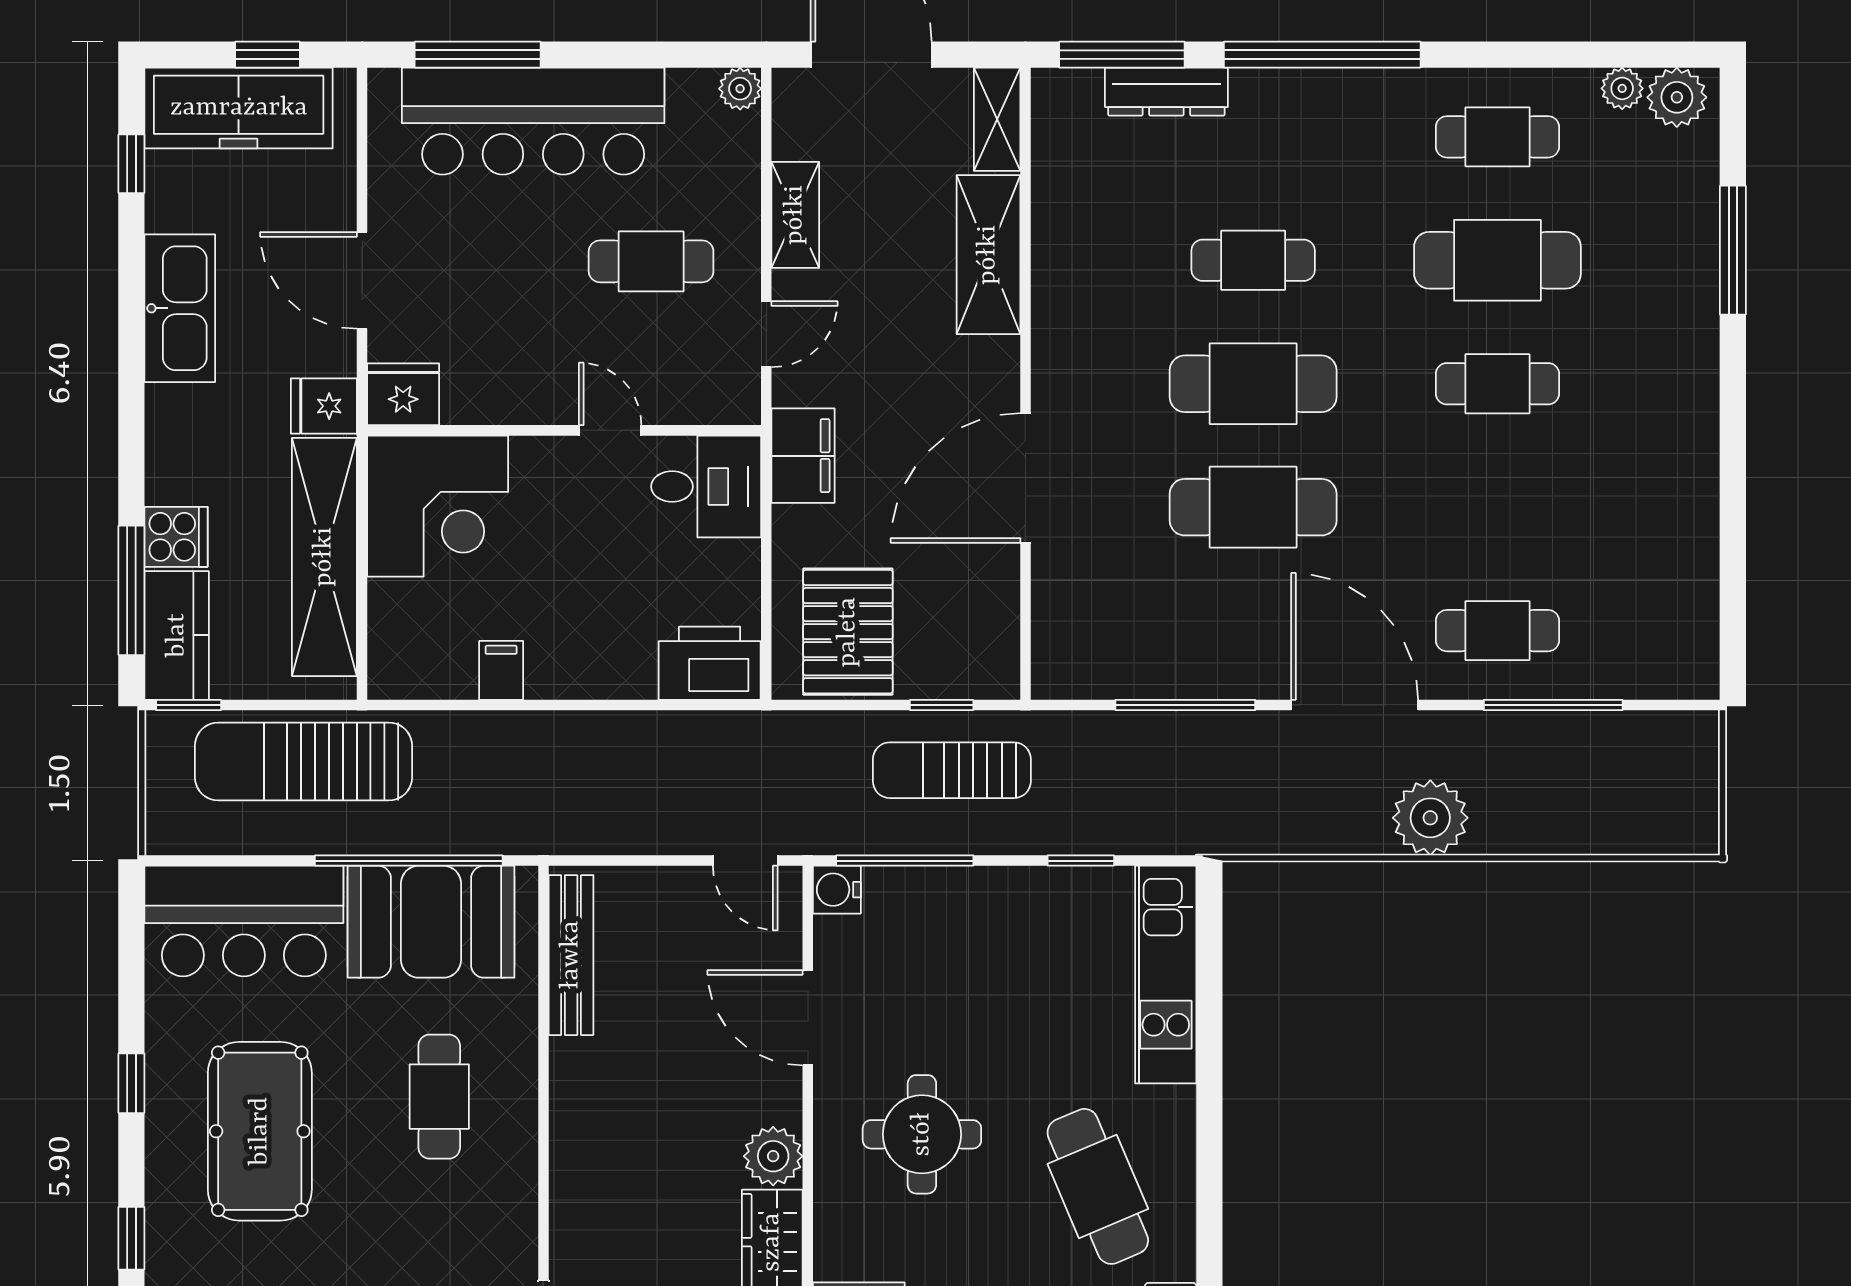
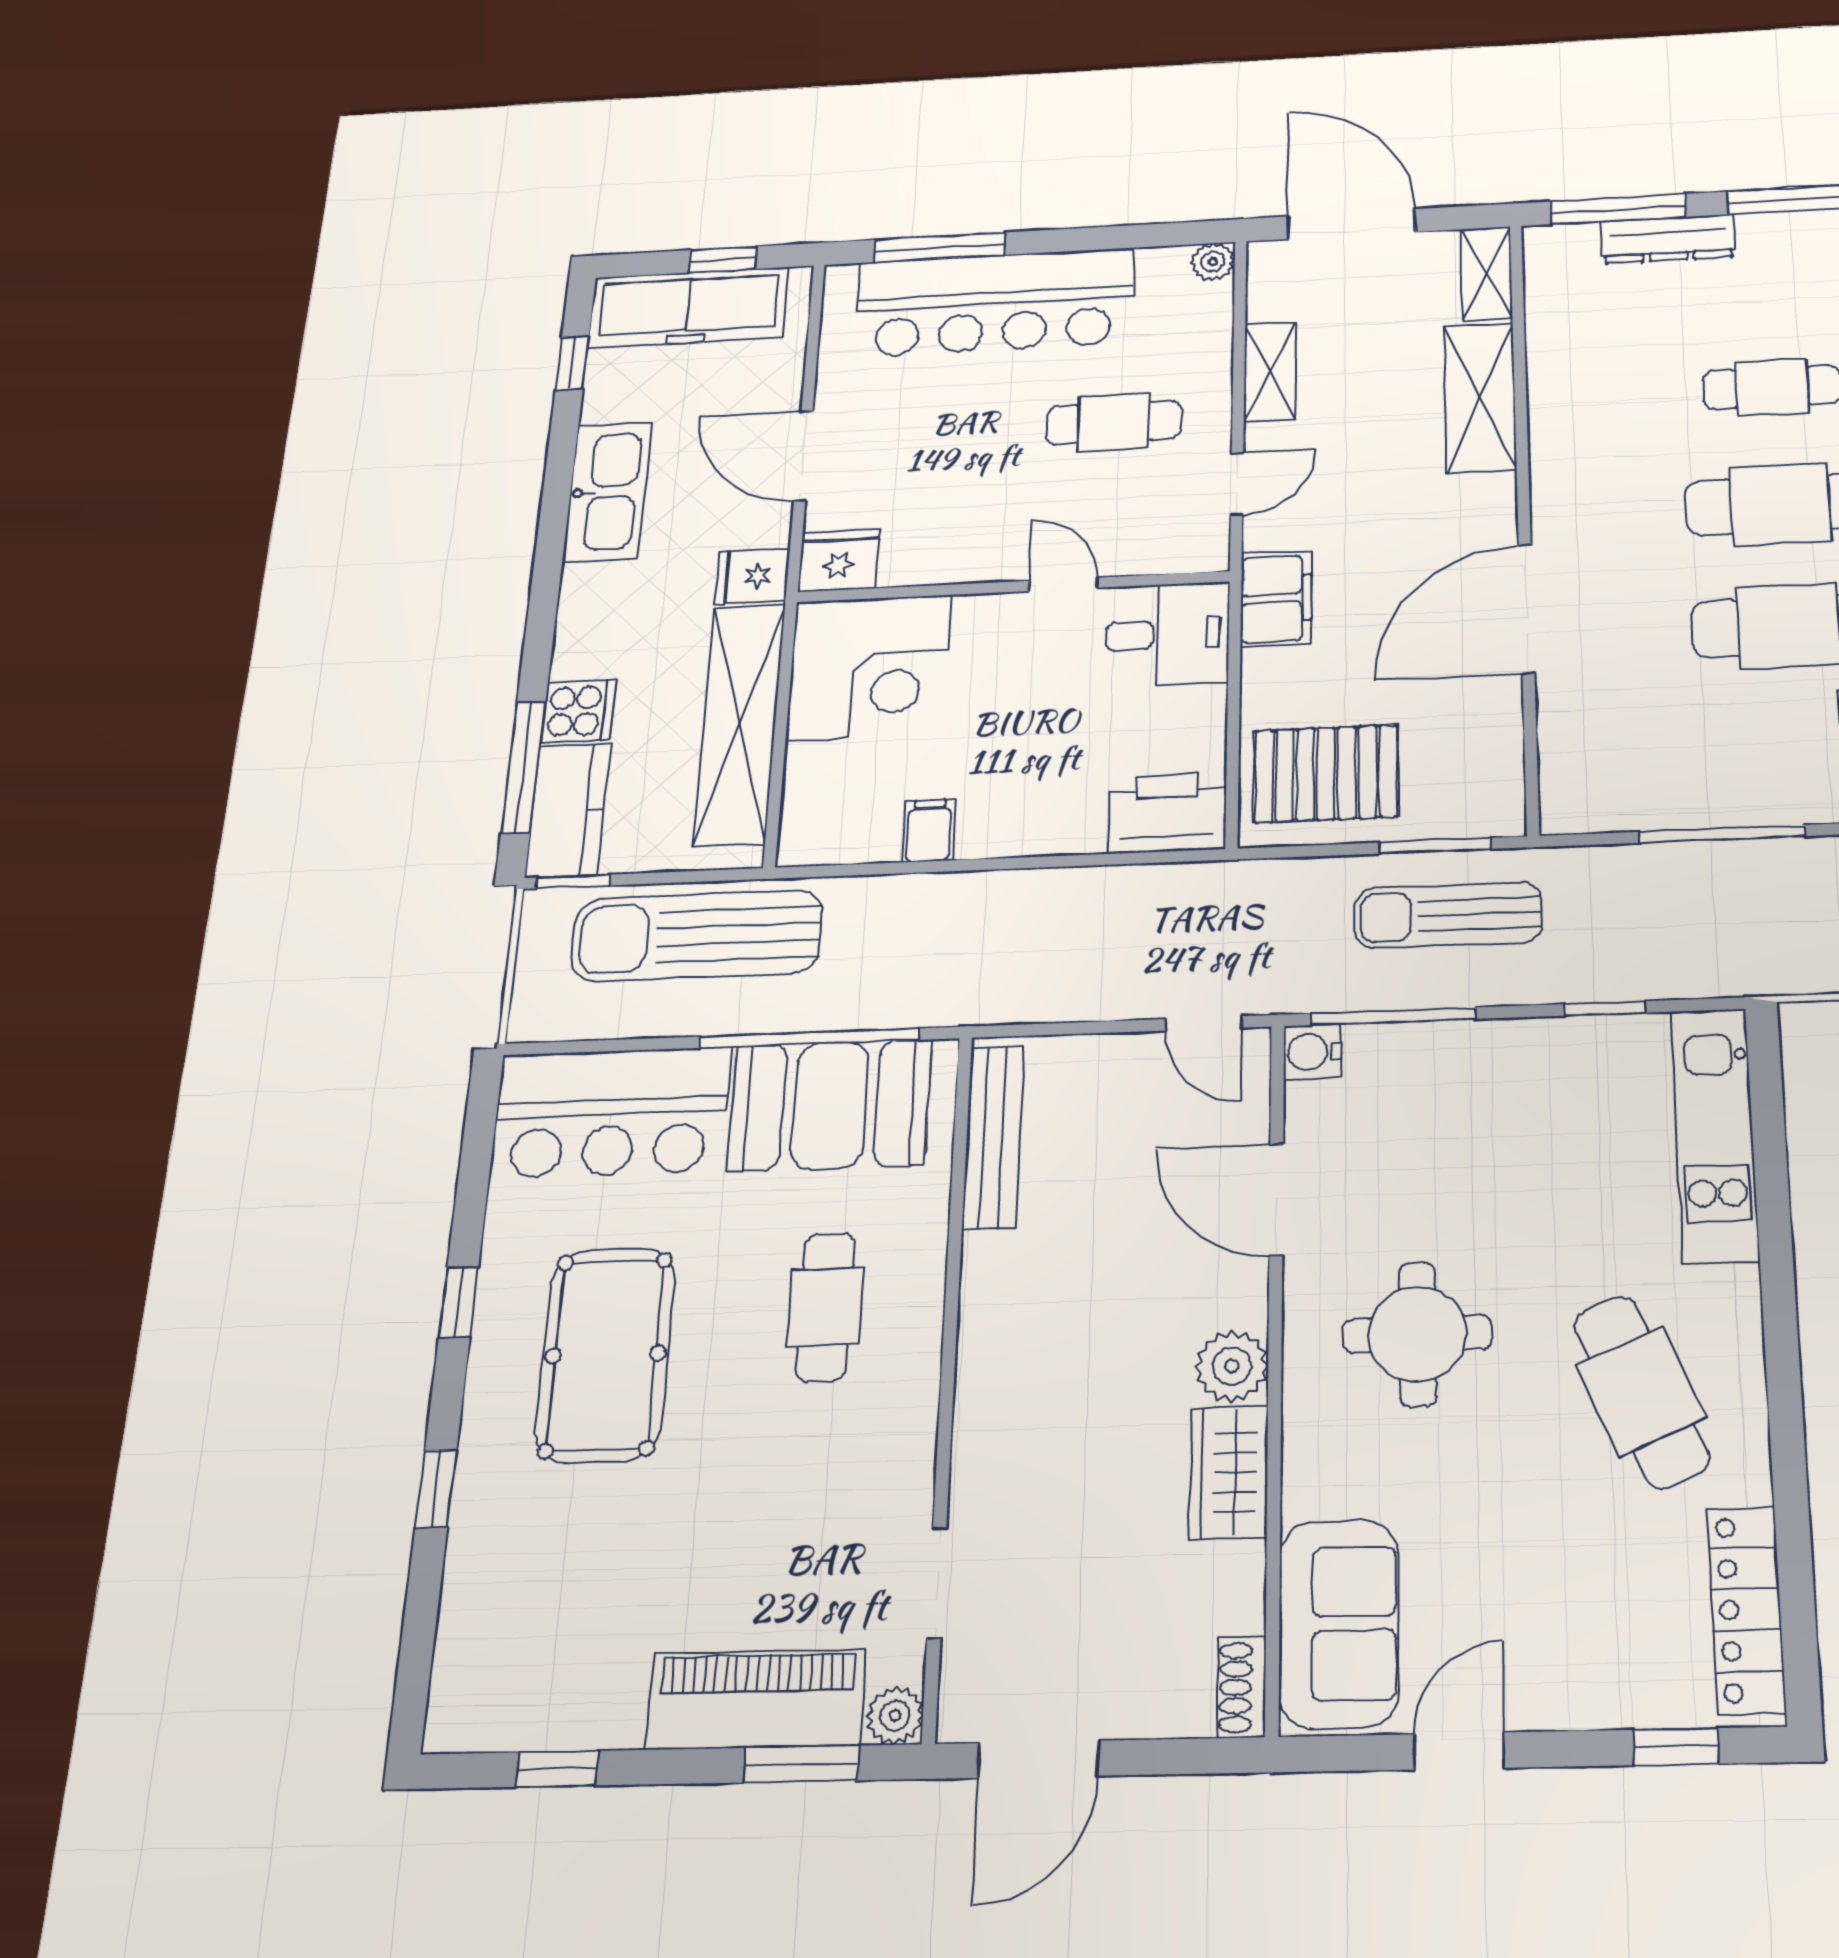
pallet: (848, 632) -> (1326, 774), turned 90
window: (942, 705) -> (1435, 846), width x1.50

